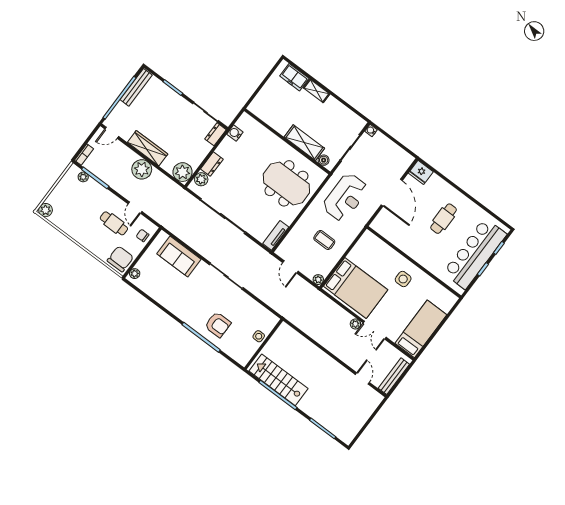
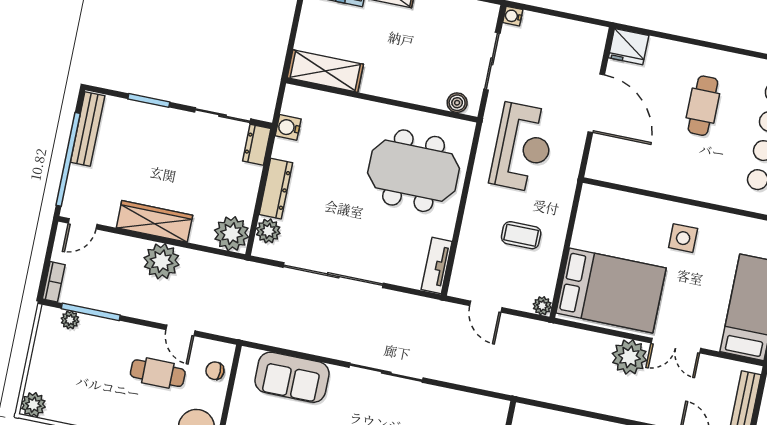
shelving: (304, 143) -> (325, 71), moved
dresser: (212, 164) -> (276, 189), width x1.44
plant: (355, 324) -> (629, 357), width x1.88, depth x1.88

